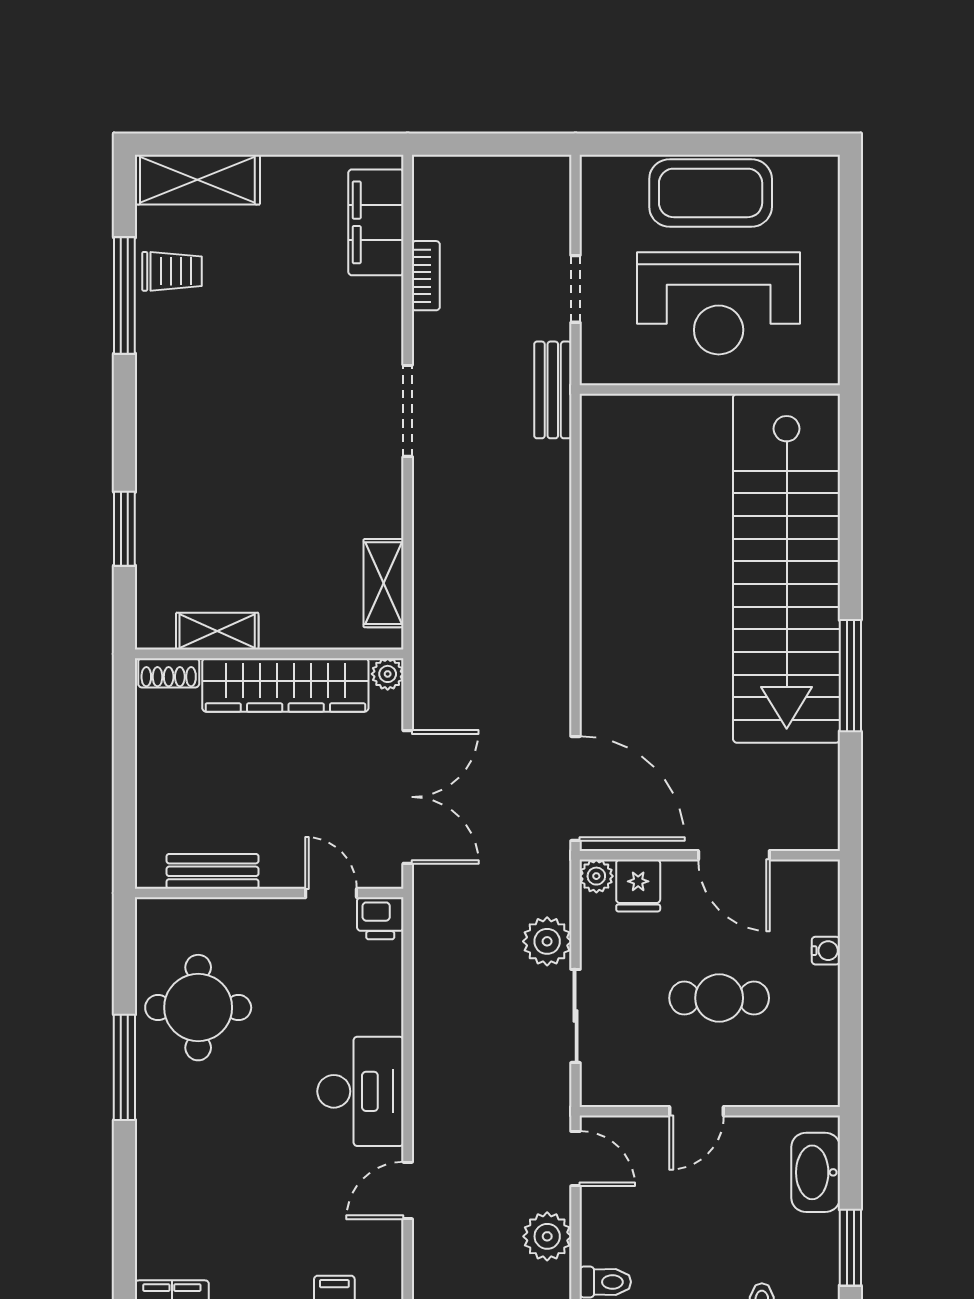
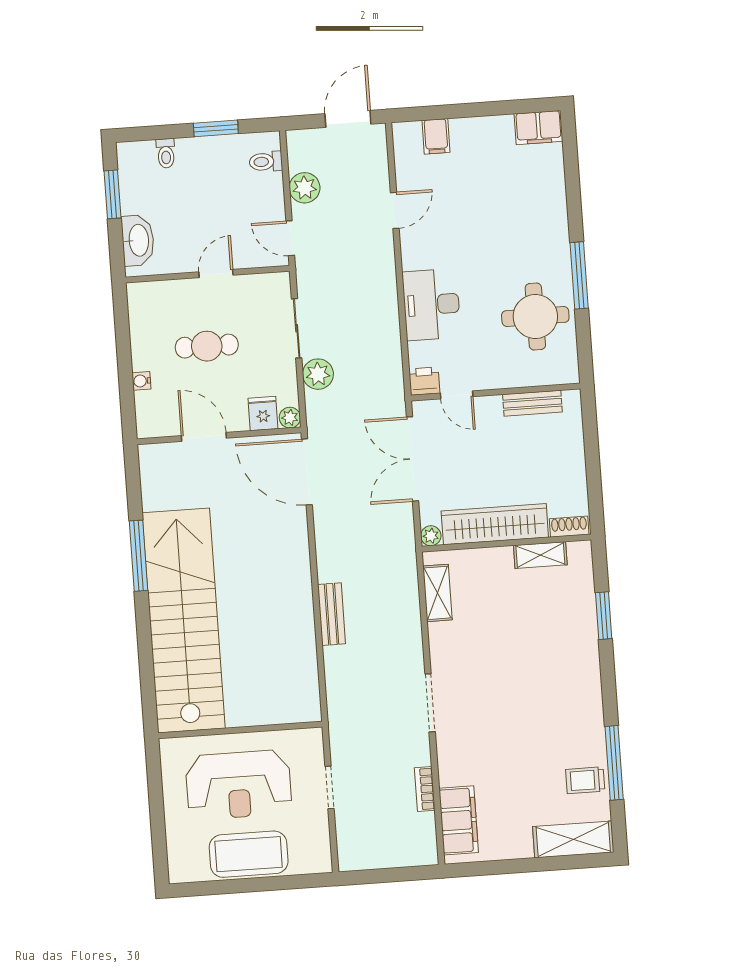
reception desk: (719, 303) -> (239, 785), turned 180
bench: (553, 390) -> (332, 614), moved
desk: (360, 1091) -> (431, 305), moved

